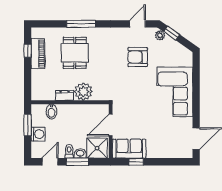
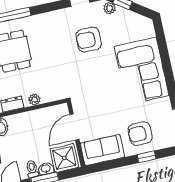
plant: (83, 92) -> (34, 100), width x0.53, depth x0.53
armchair: (163, 142) -> (140, 134), added
window: (136, 162) -> (147, 157), moved

